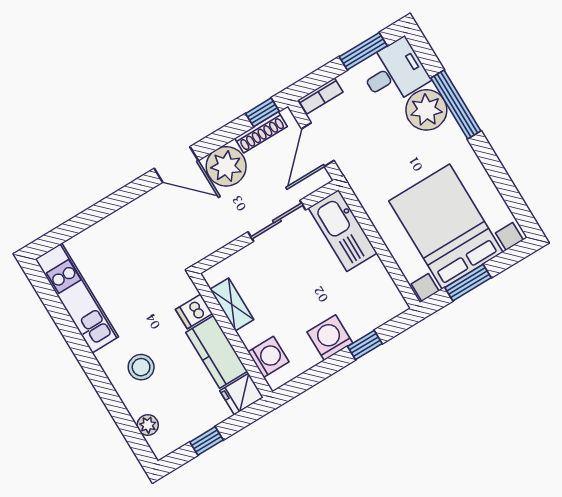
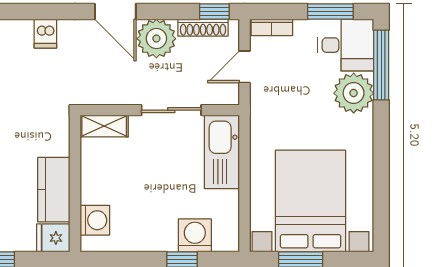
window: (456, 104) -> (381, 65), moved
door: (318, 145) -> (245, 67), width x0.73
shelving: (232, 304) -> (104, 126), moved, turned 90
dishwasher: (194, 311) -> (45, 34), moved, turned -90
washing machine: (330, 338) -> (195, 235), moved

